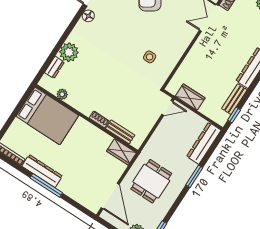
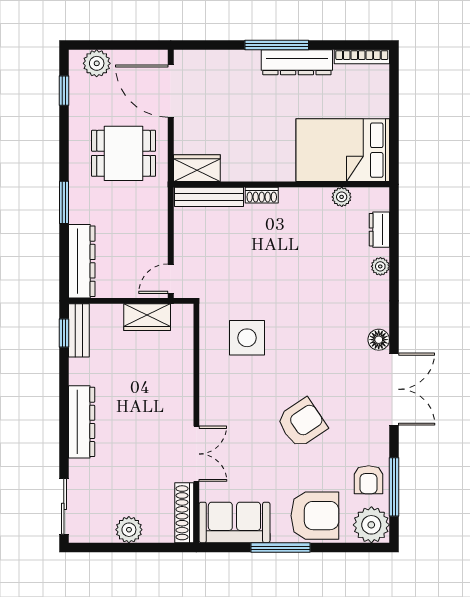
plant: (69, 52) -> (380, 266), width x0.53, depth x0.53
side table: (150, 57) -> (247, 338), width x1.87, depth x1.87
bench: (234, 99) -> (79, 330), moved
bench: (120, 132) -> (209, 197), width x1.36
dining table: (151, 181) -> (124, 153), turned 90

